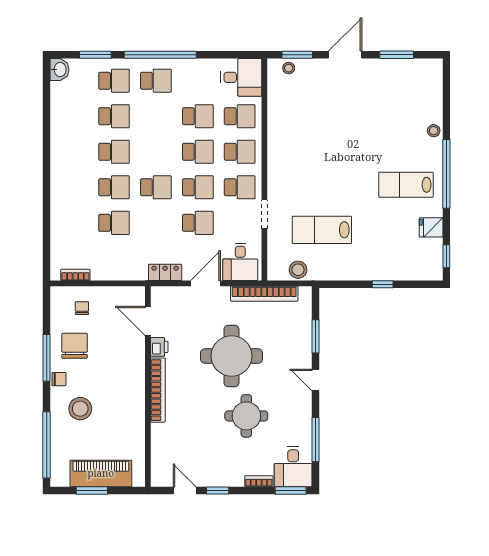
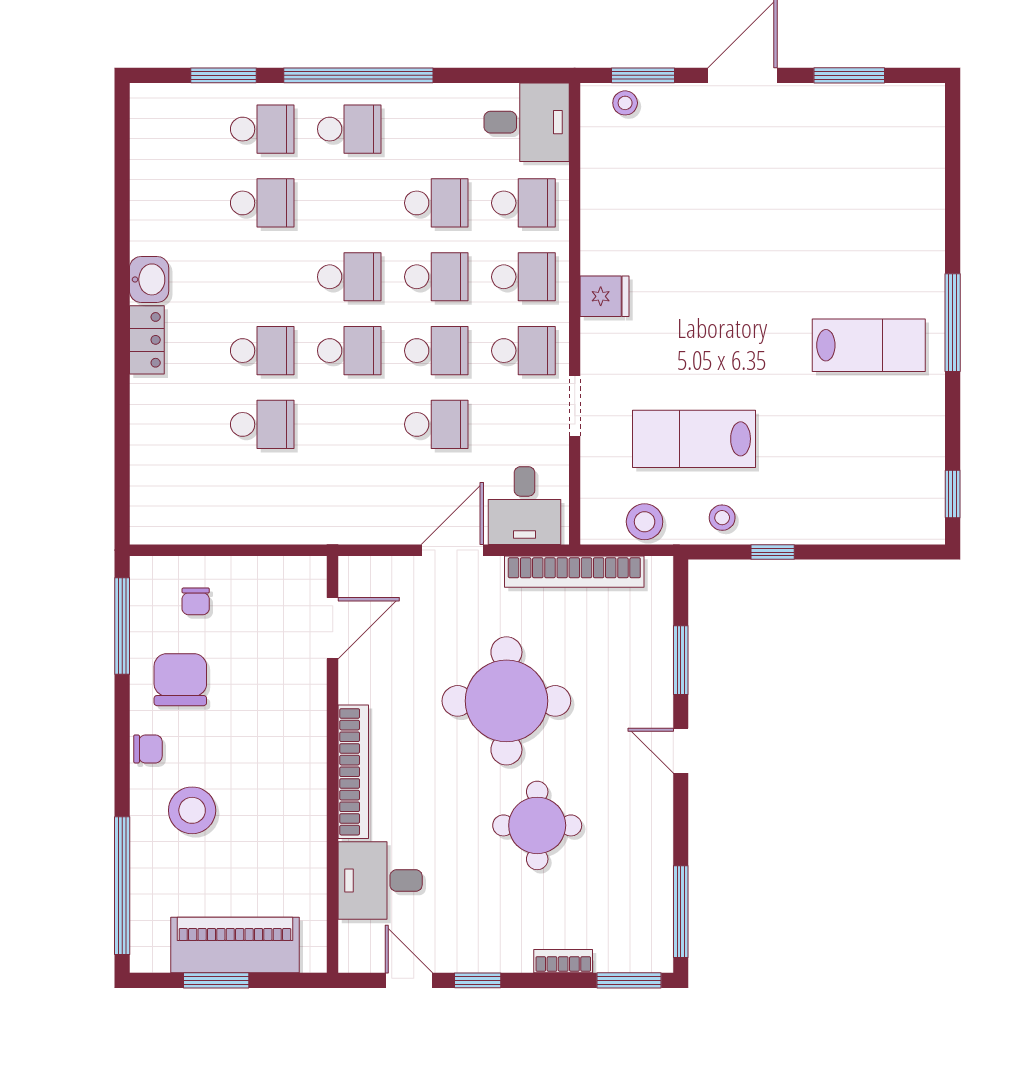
washbasin: (60, 70) -> (149, 279), moved
stool: (434, 131) -> (722, 518), moved
school desk: (114, 152) -> (349, 277), moved
window: (446, 174) -> (953, 323), width x0.68
lab bench: (406, 185) -> (869, 345), turned 180
fridge: (431, 227) -> (605, 296), moved, turned 180
locker: (165, 272) -> (147, 340), moved, turned 90
bookcase: (75, 275) -> (182, 533), removed
window: (383, 284) -> (773, 552), moved
chair: (82, 308) -> (196, 601), turned 180
door: (148, 321) -> (333, 628), swing flipped
printer: (159, 347) -> (356, 682), removed
window: (47, 358) -> (122, 626), moved
window: (315, 440) -> (681, 912), moved
desk: (293, 467) -> (380, 881), moved, turned 90

